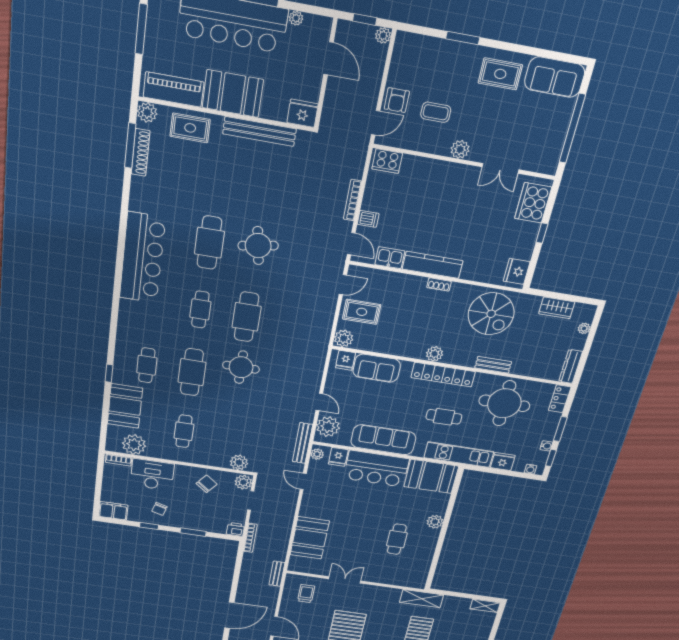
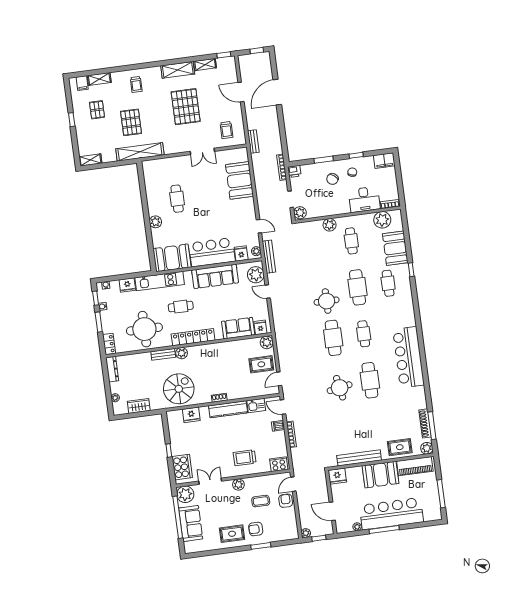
armchair: (460, 69) -> (256, 529), added
sofa: (555, 77) -> (191, 523), moved, turned 90
plant: (546, 160) -> (185, 494), added
trolley: (435, 187) -> (245, 458), added
fridge: (517, 271) -> (191, 415), moved, turned 90
spiral stairs: (491, 314) -> (179, 389), turned 90
plant: (434, 354) -> (182, 353), moved
plant: (239, 462) -> (330, 225), moved
chair: (207, 484) -> (332, 179), moved
shelving: (422, 599) -> (140, 152), width x1.47

